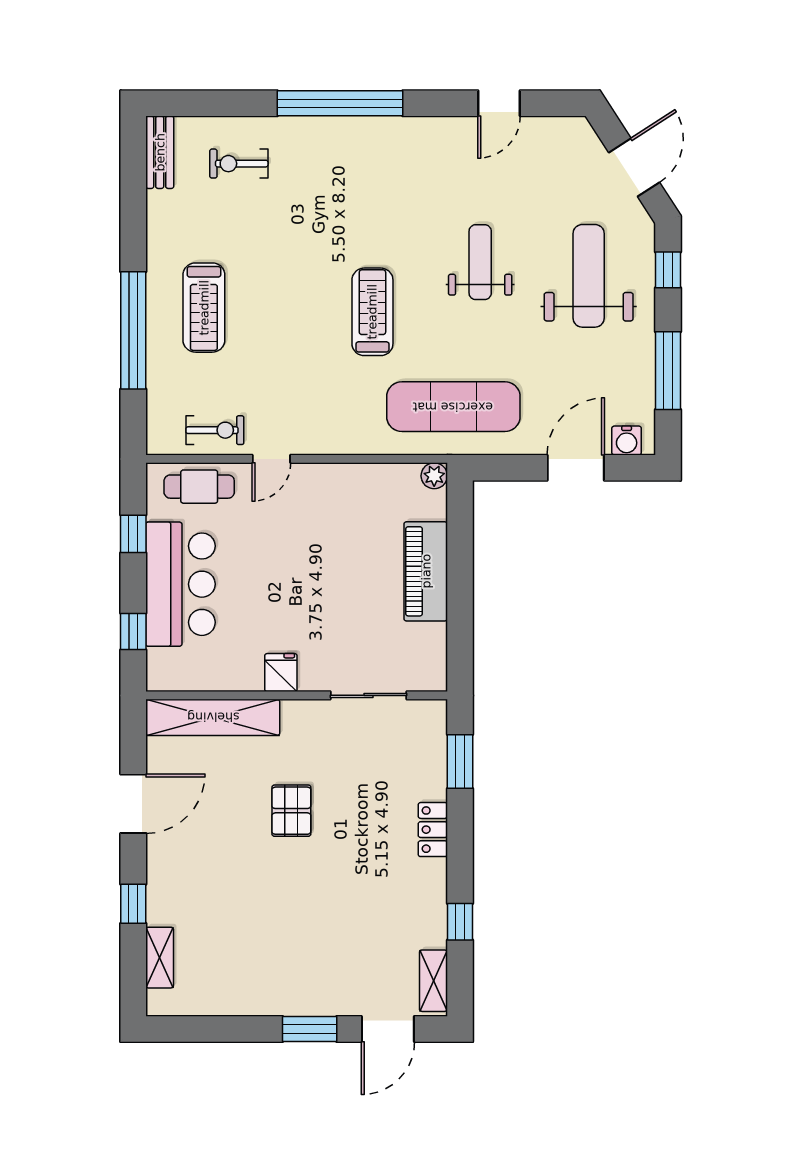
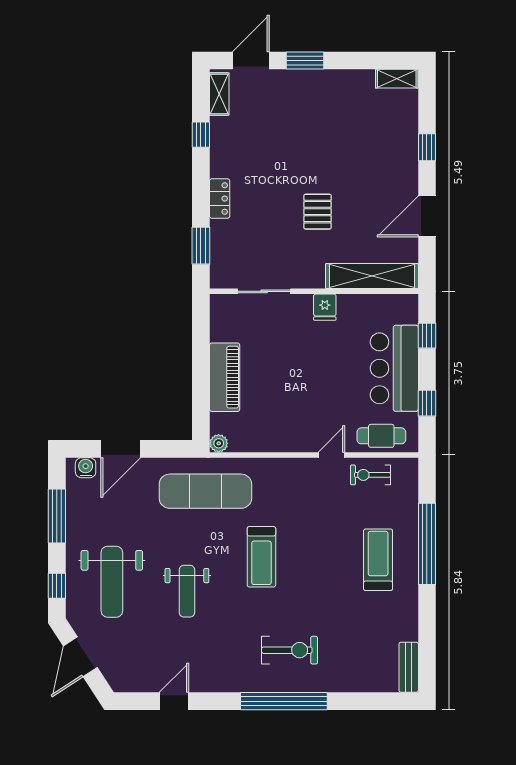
exercise bike: (239, 164) -> (290, 650), moved, width x1.38, depth x1.39
shelving: (160, 958) -> (397, 79), moved, turned 90

